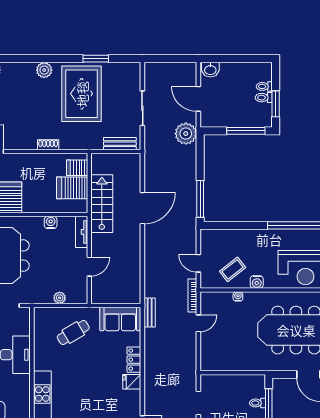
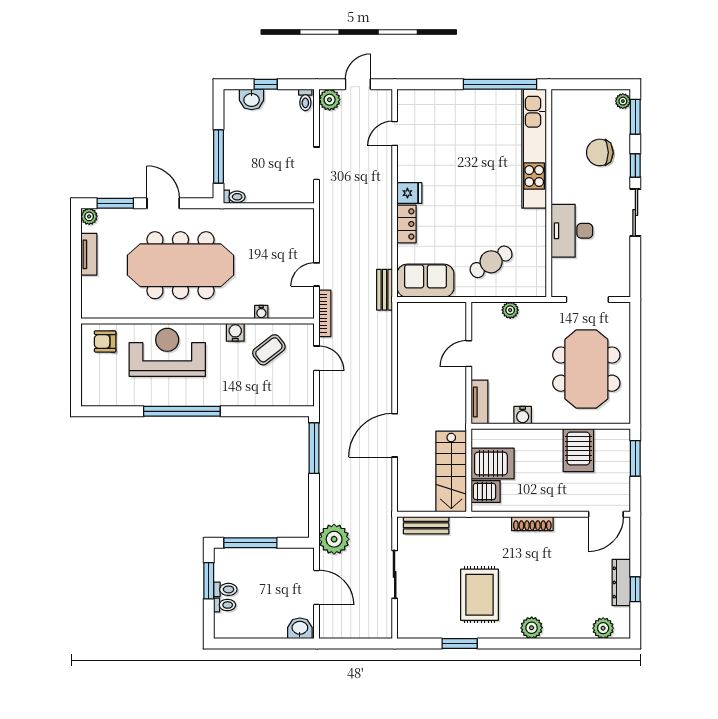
rug: (82, 94) -> (479, 595), width x0.73, depth x0.69
shoe rack: (48, 145) -> (532, 524), width x1.43
stairs: (102, 204) -> (451, 471), moved
toilet: (257, 403) -> (234, 197), moved

